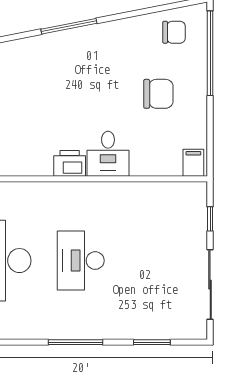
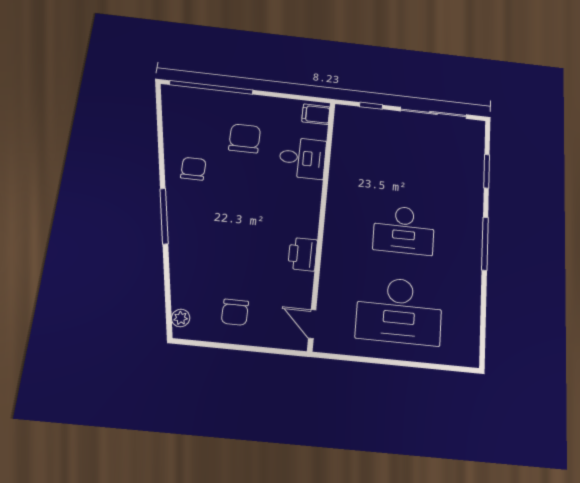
chair: (174, 32) -> (193, 169), moved
desk: (108, 154) -> (302, 158), moved
printer: (70, 163) -> (303, 254), moved

